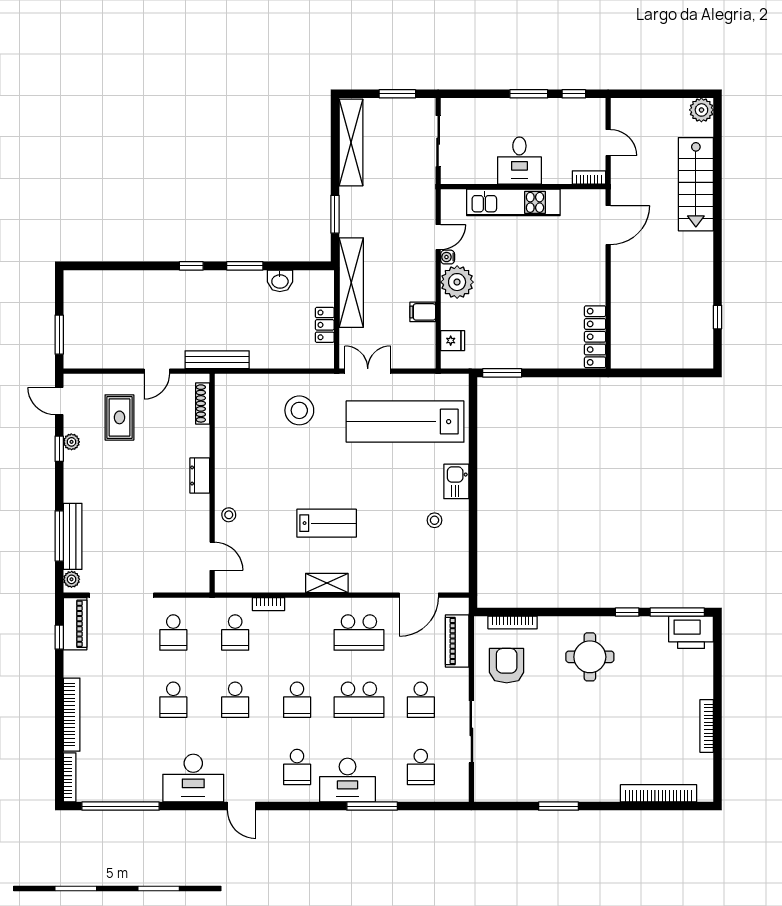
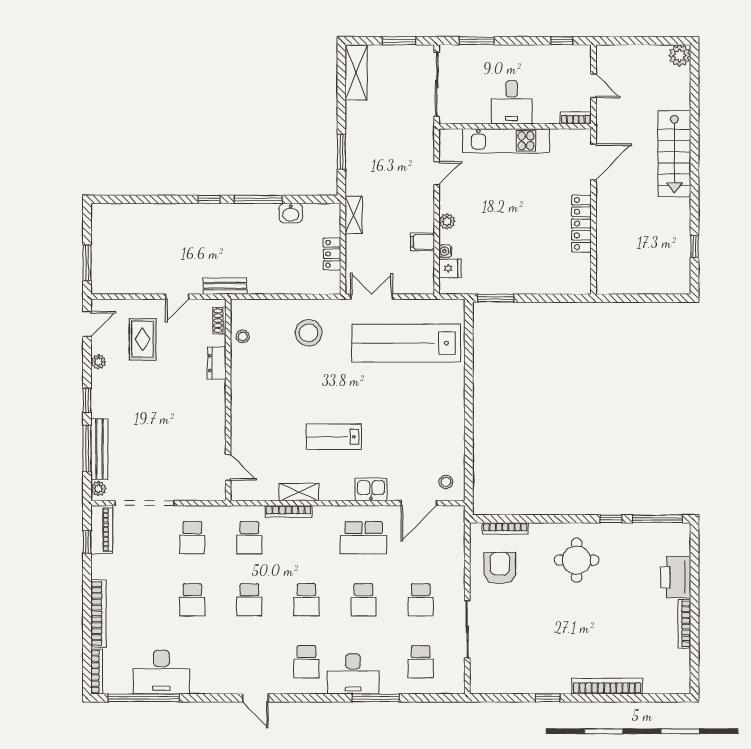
window: (529, 94) -> (477, 41), moved
sliding door: (438, 141) -> (437, 84), width x1.37
shelving: (351, 142) -> (356, 73), width x0.68
stairs: (696, 184) -> (674, 154), moved
water cooler: (448, 257) -> (445, 251), moved
window: (245, 266) -> (258, 199), width x1.44
plant: (457, 282) -> (447, 221), width x0.53, depth x0.53
shelving: (351, 283) -> (354, 215), width x0.45, depth x0.75
locker: (595, 337) -> (581, 224), moved
bench: (217, 360) -> (225, 286), width x0.73
door: (59, 401) -> (87, 324), swing flipped
shoe rack: (203, 403) -> (219, 321), width x0.70
window: (59, 449) -> (87, 400), moved
dresser: (200, 476) -> (217, 363), moved
kitchen sink: (456, 481) -> (371, 489), moved, turned 90
stool: (229, 515) -> (243, 337), moved
stool: (435, 520) -> (446, 482), moved
lab bench: (327, 523) -> (334, 437), turned 180
shelving: (327, 583) -> (299, 492), moved
bookcase: (269, 604) -> (289, 511), width x1.56
printer: (691, 632) -> (676, 577), moved, turned 90
piano: (457, 641) -> (454, 546), removed
school desk: (359, 700) -> (364, 600), width x0.54
desk: (193, 778) -> (161, 672), moved
bookcase: (659, 793) -> (607, 686), moved
window: (558, 806) -> (548, 698), width x0.67

